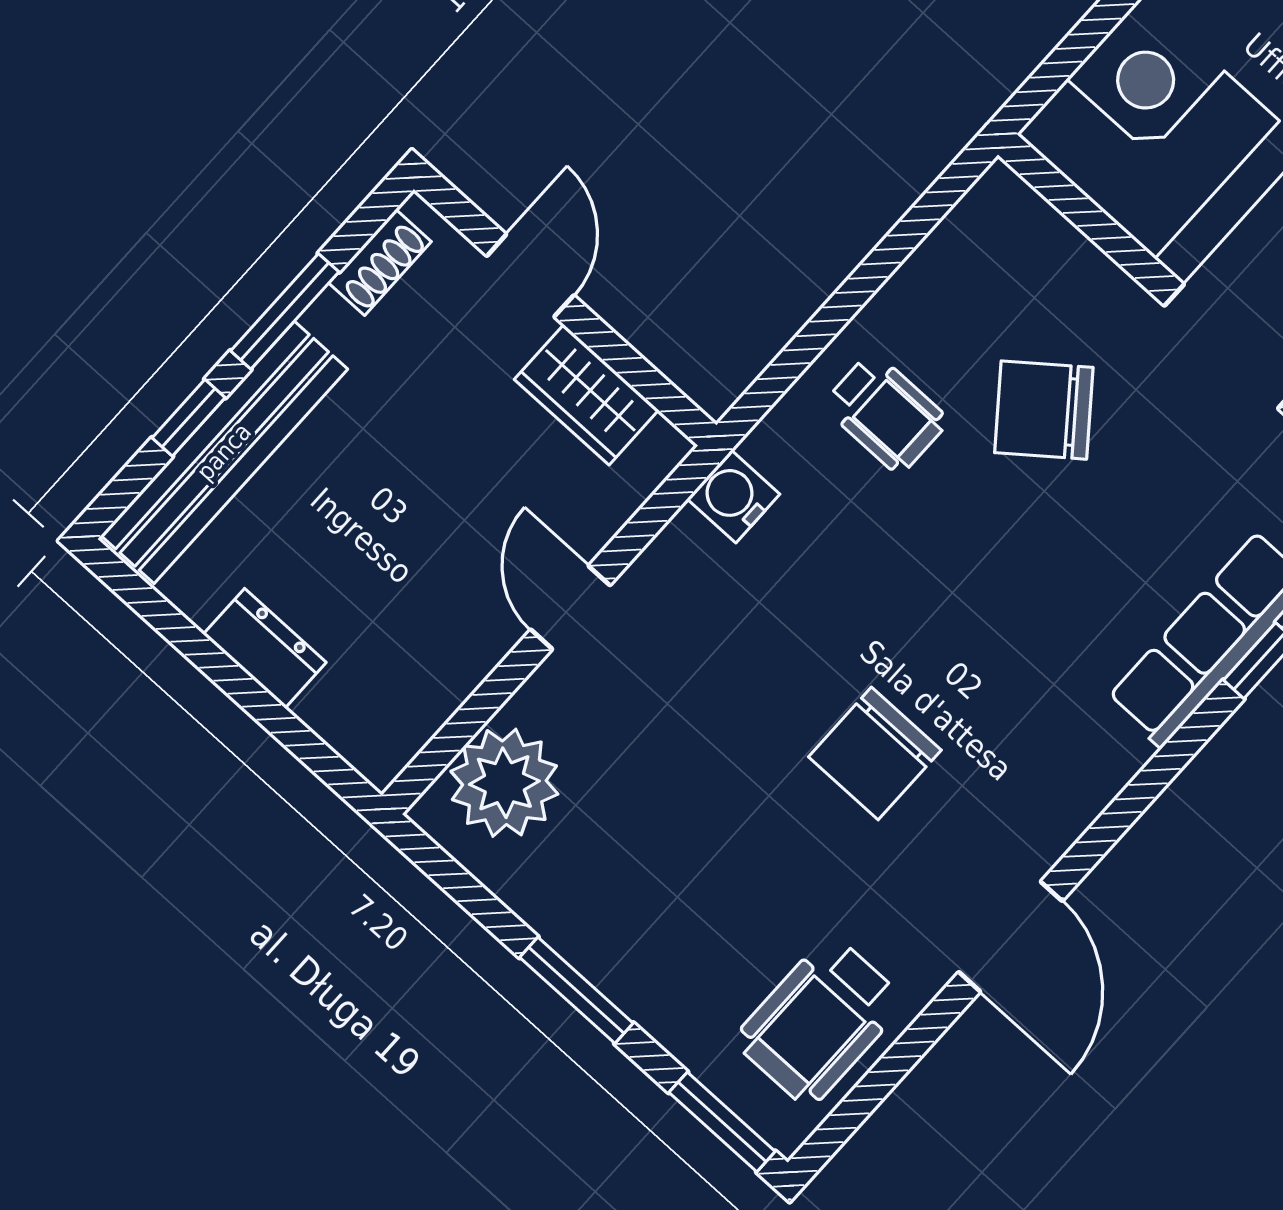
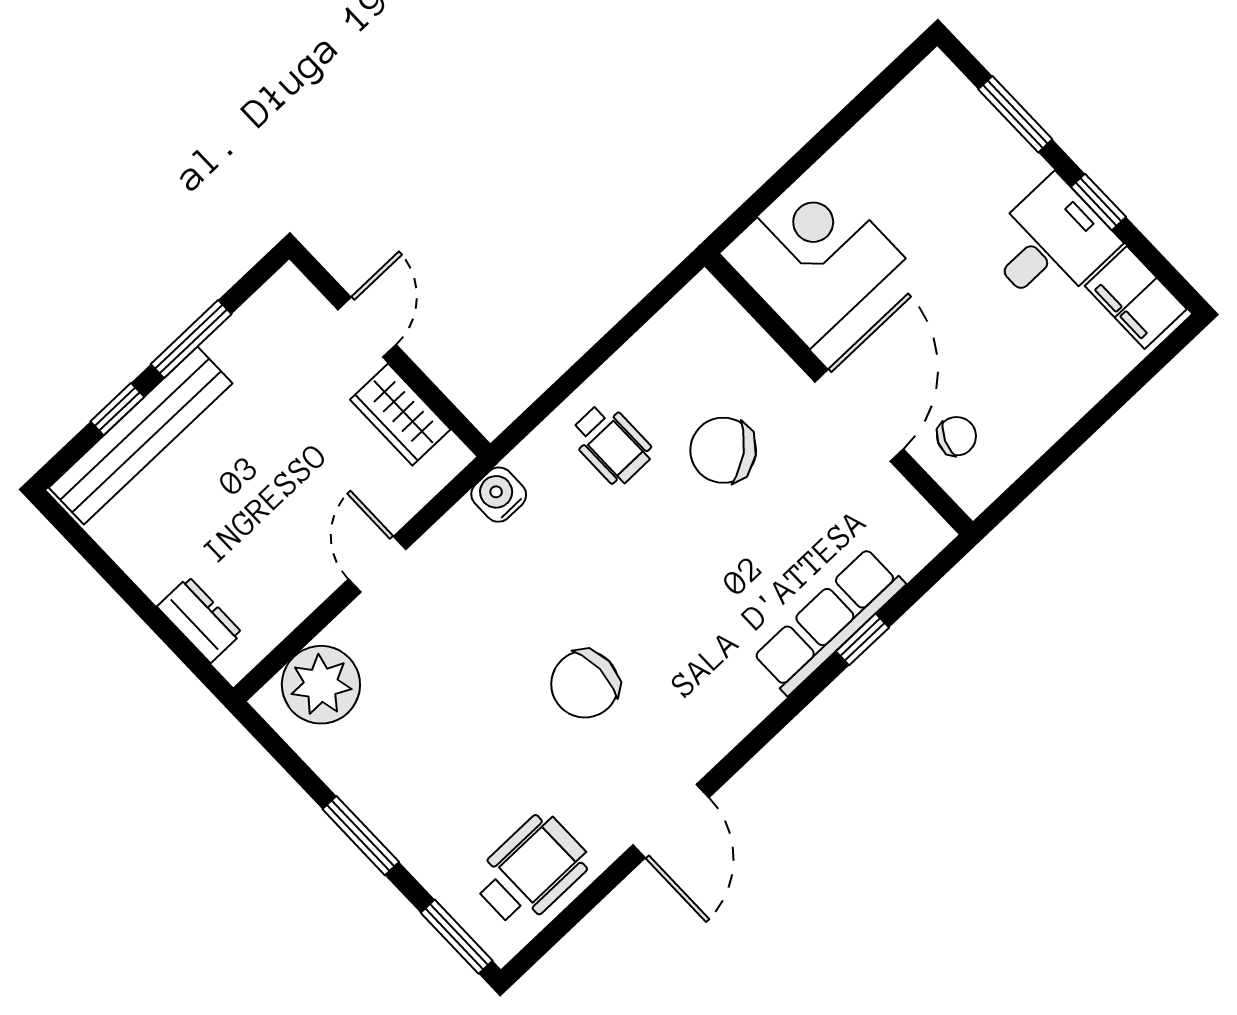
shoe rack: (380, 262) -> (261, 310), removed
dresser: (265, 648) -> (200, 620), moved
wheelchair: (820, 1021) -> (531, 871), turned 180

